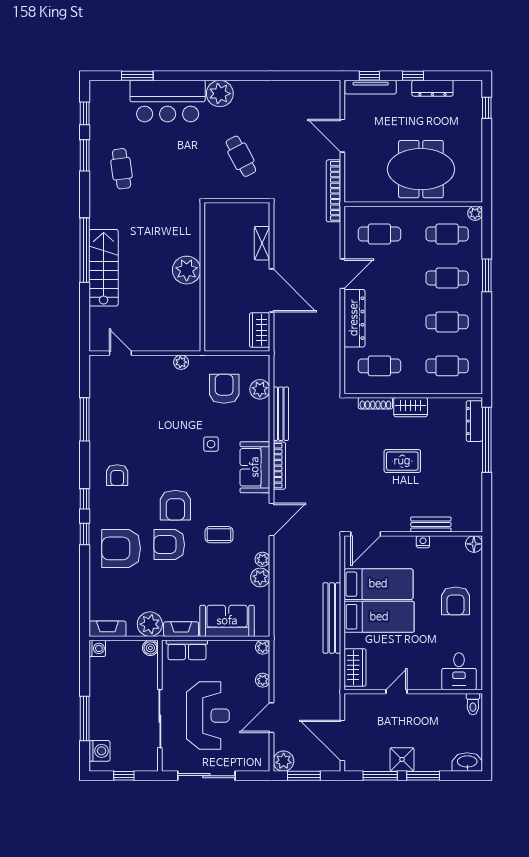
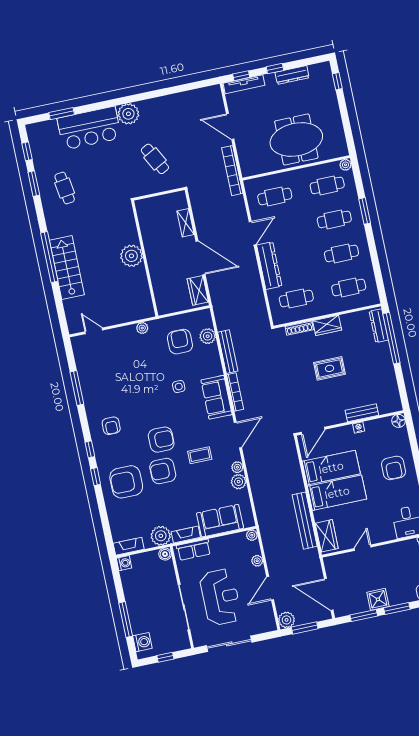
armchair: (175, 505) -> (161, 440), turned -90
bench: (332, 618) -> (305, 521), moved

